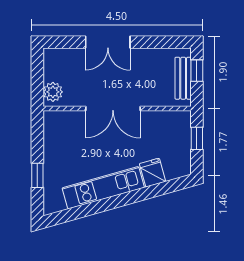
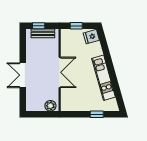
double door: (108, 42) -> (23, 75), swing flipped
fridge: (153, 173) -> (91, 37), moved

